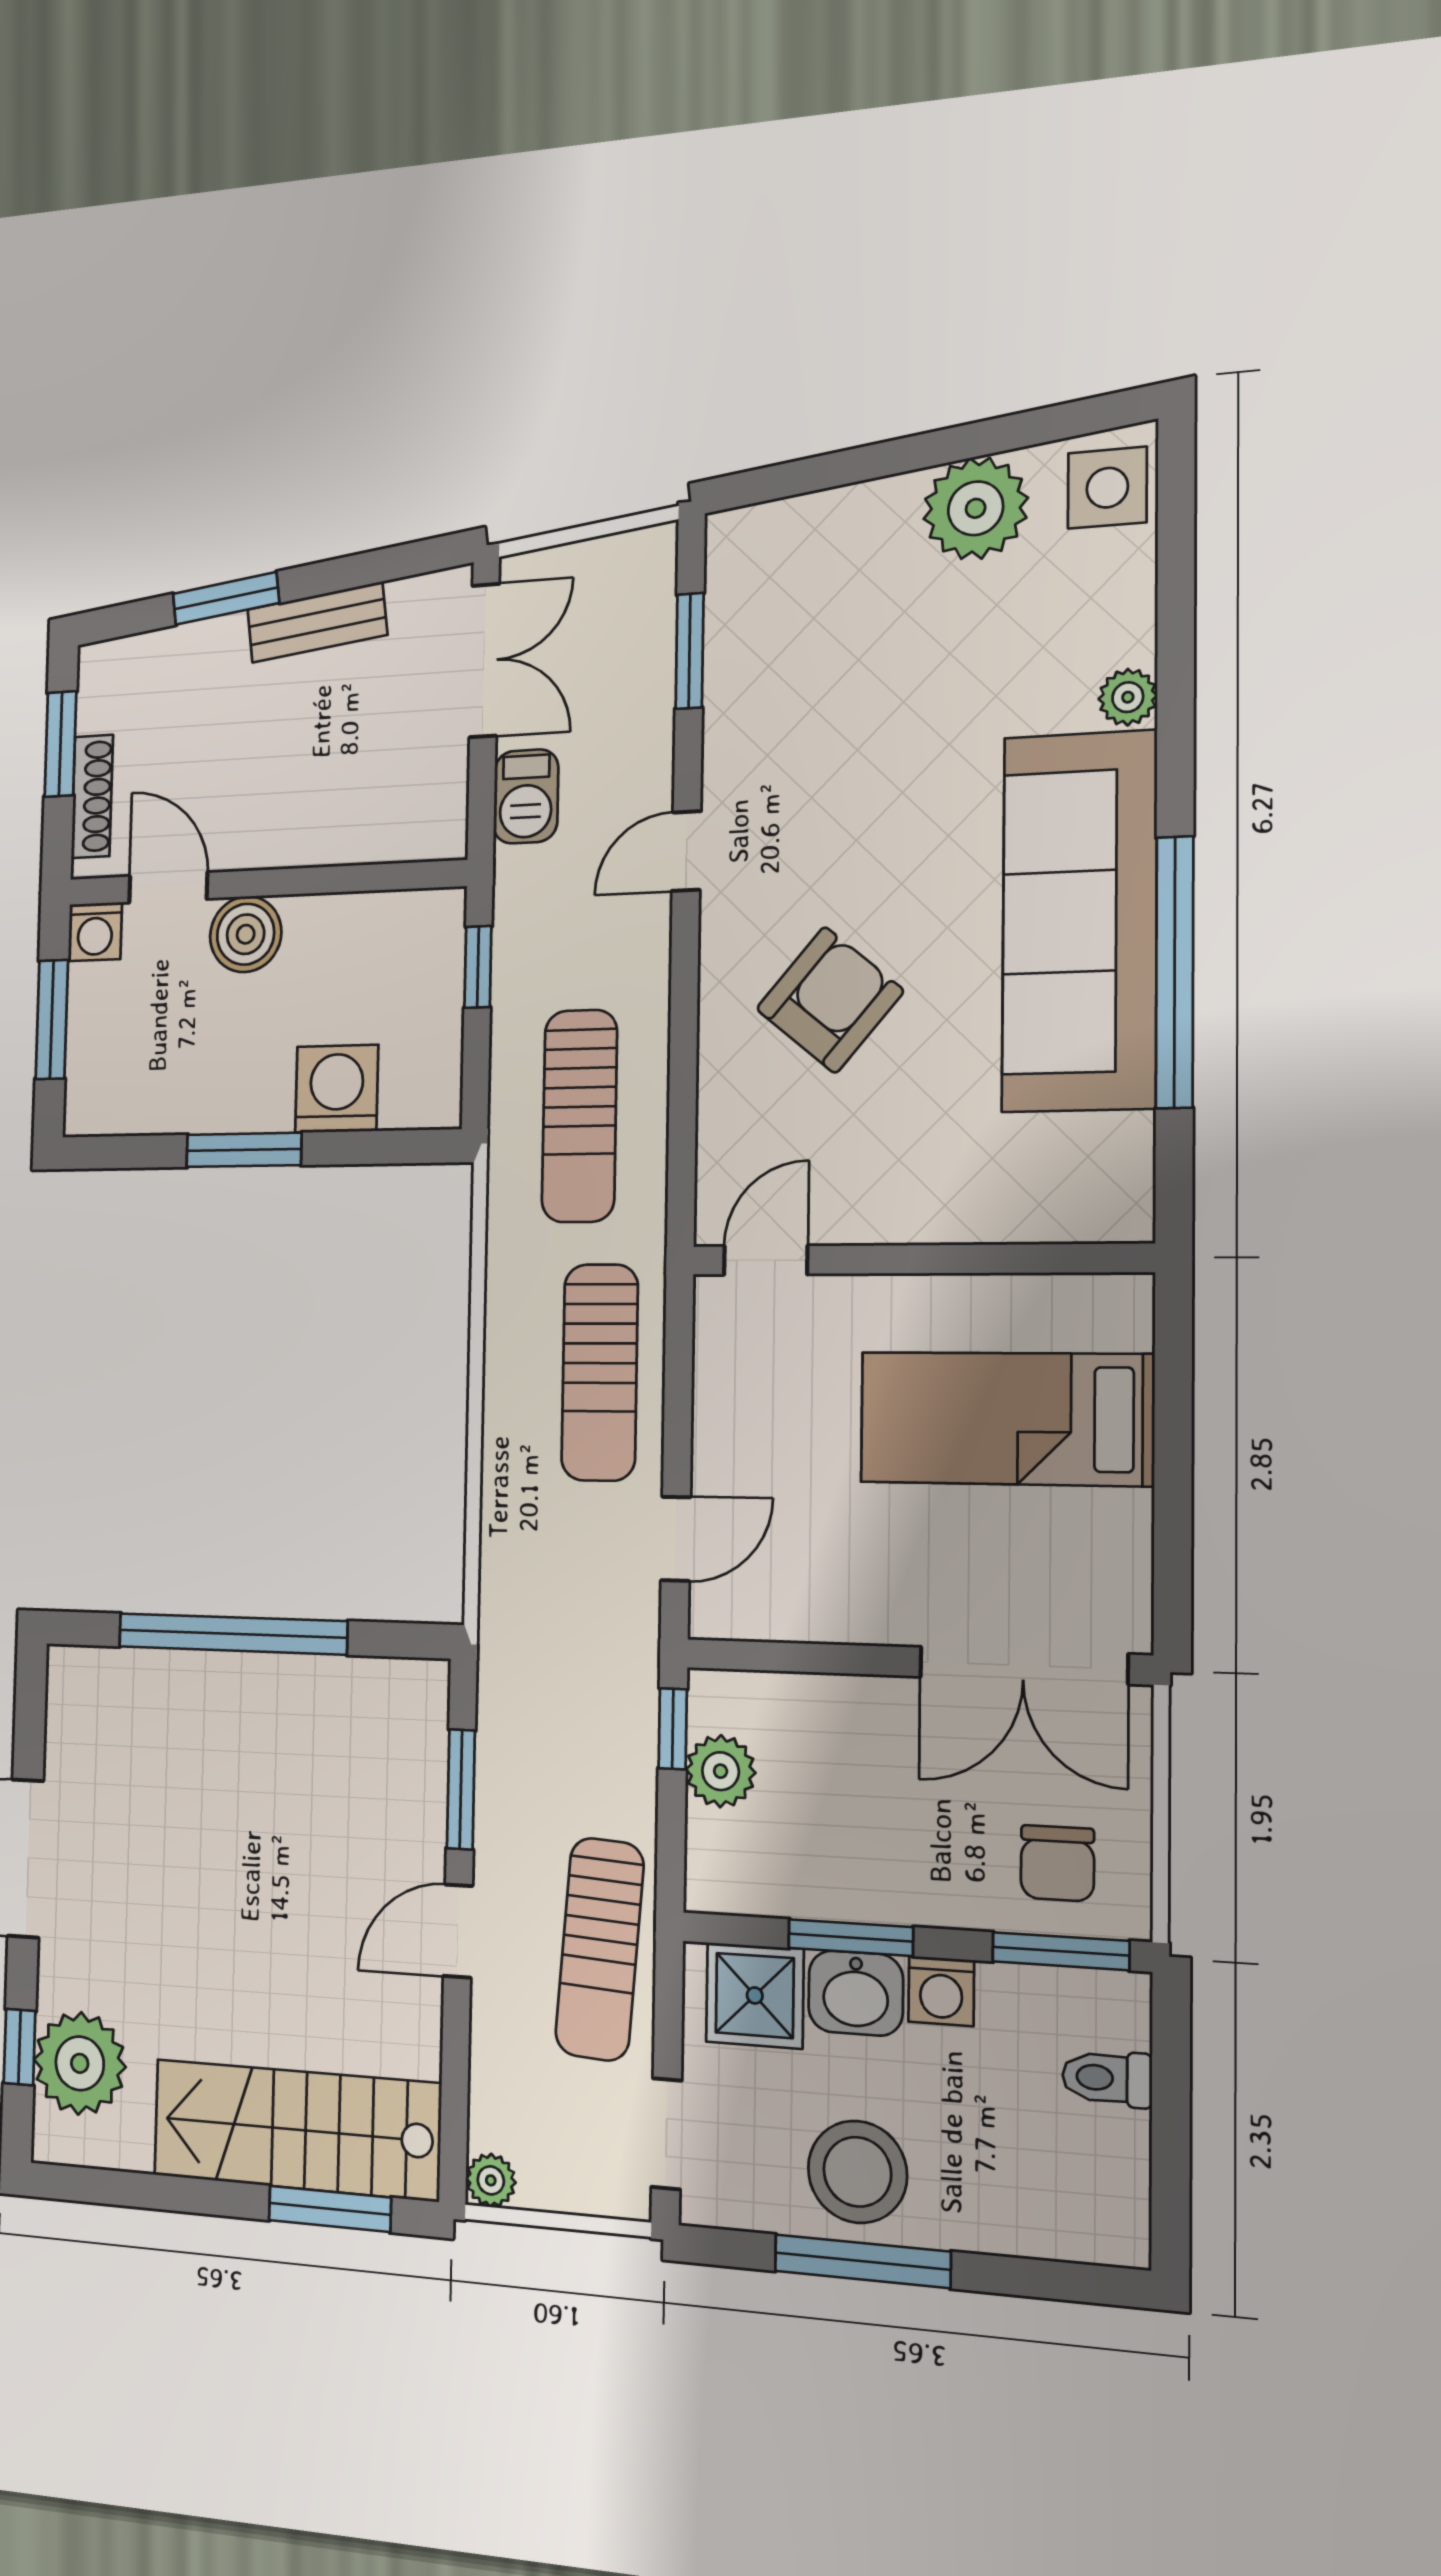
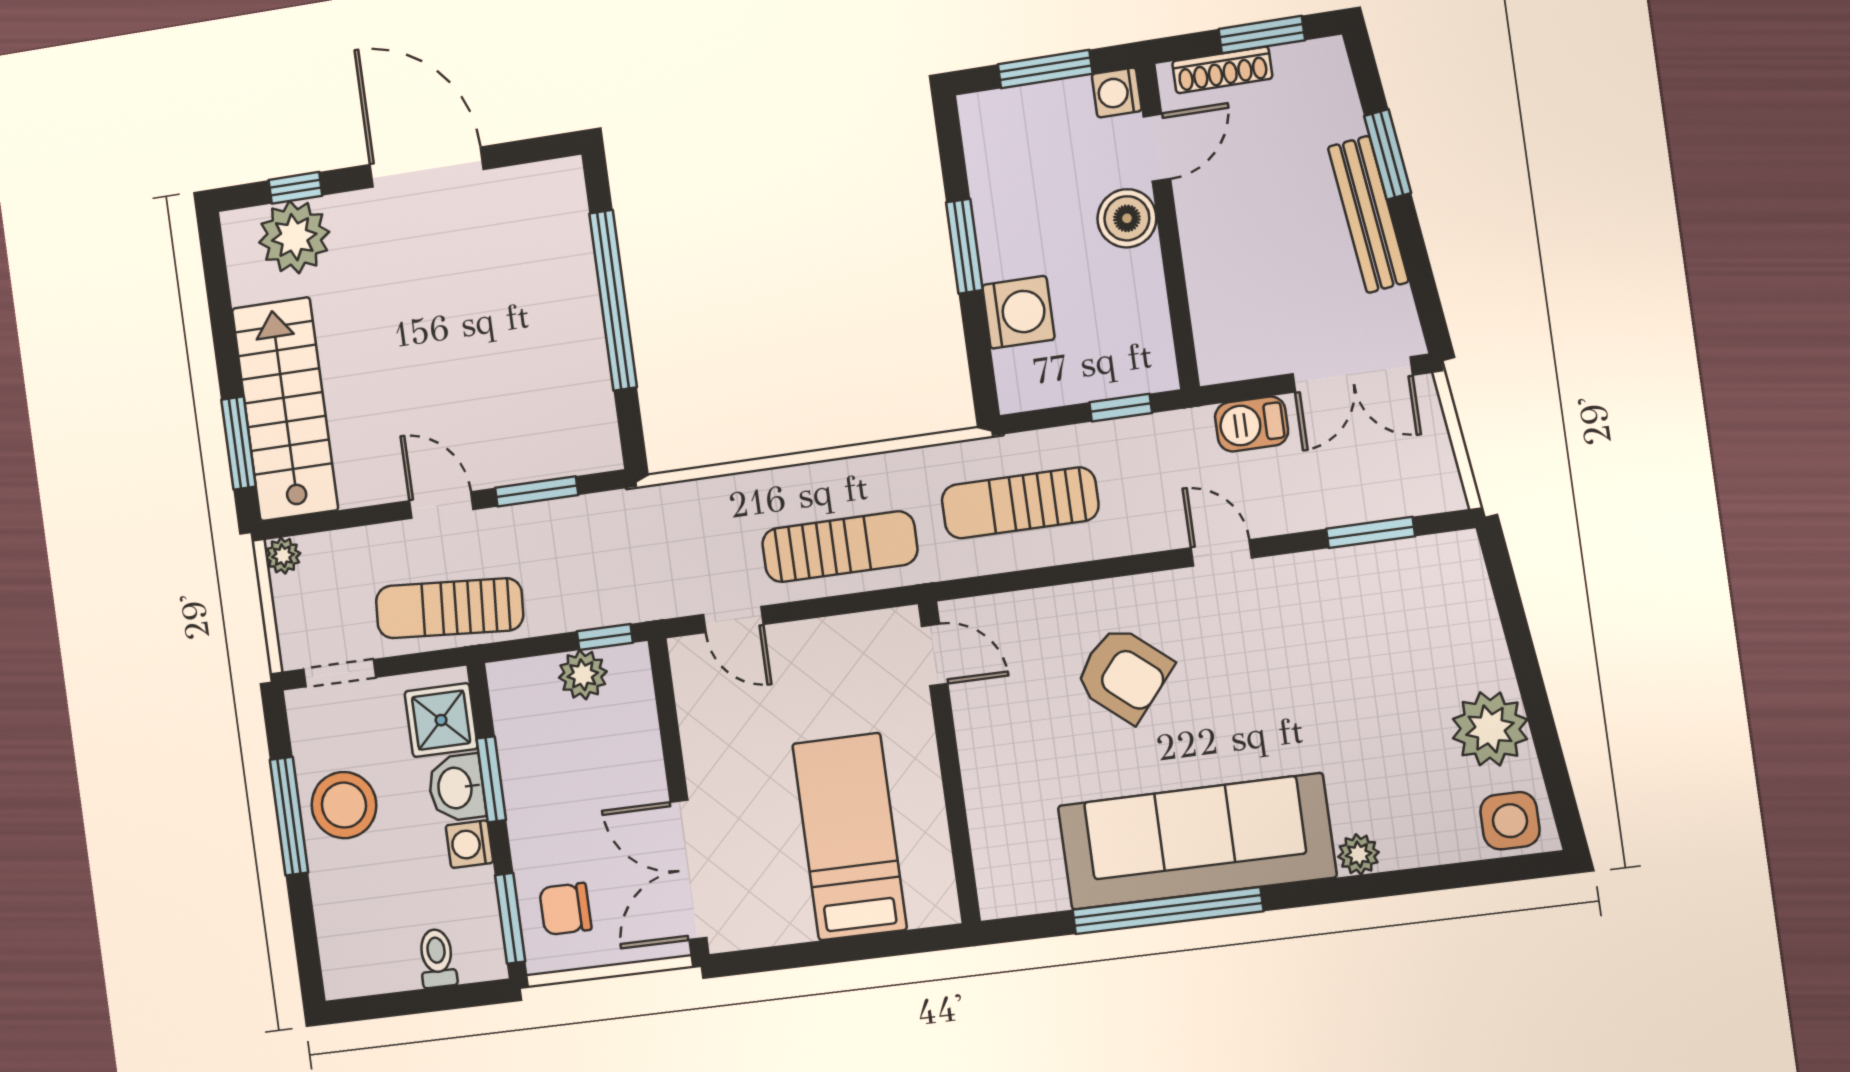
bench: (317, 622) -> (1368, 214), width x1.36
sun lounger: (600, 1372) -> (840, 547), turned 180

